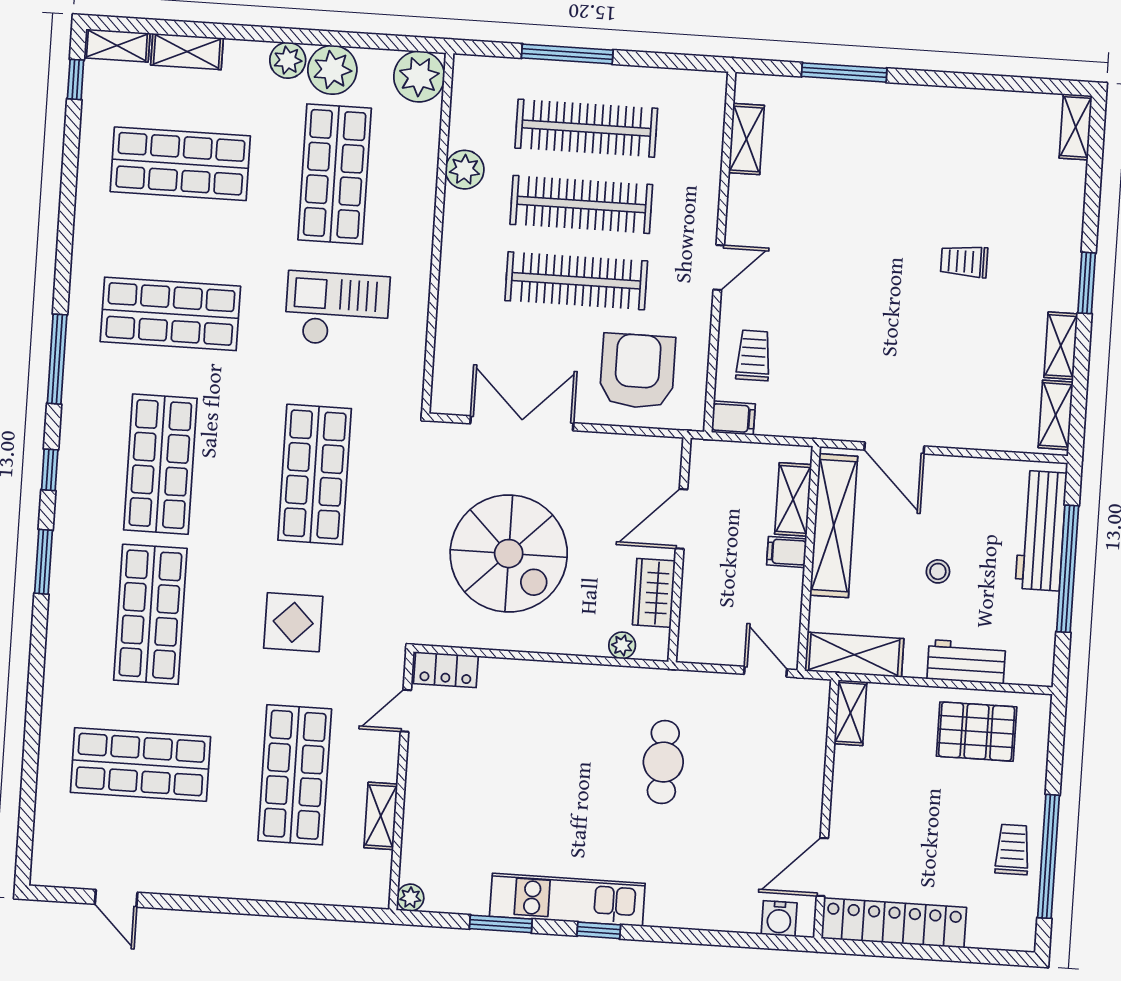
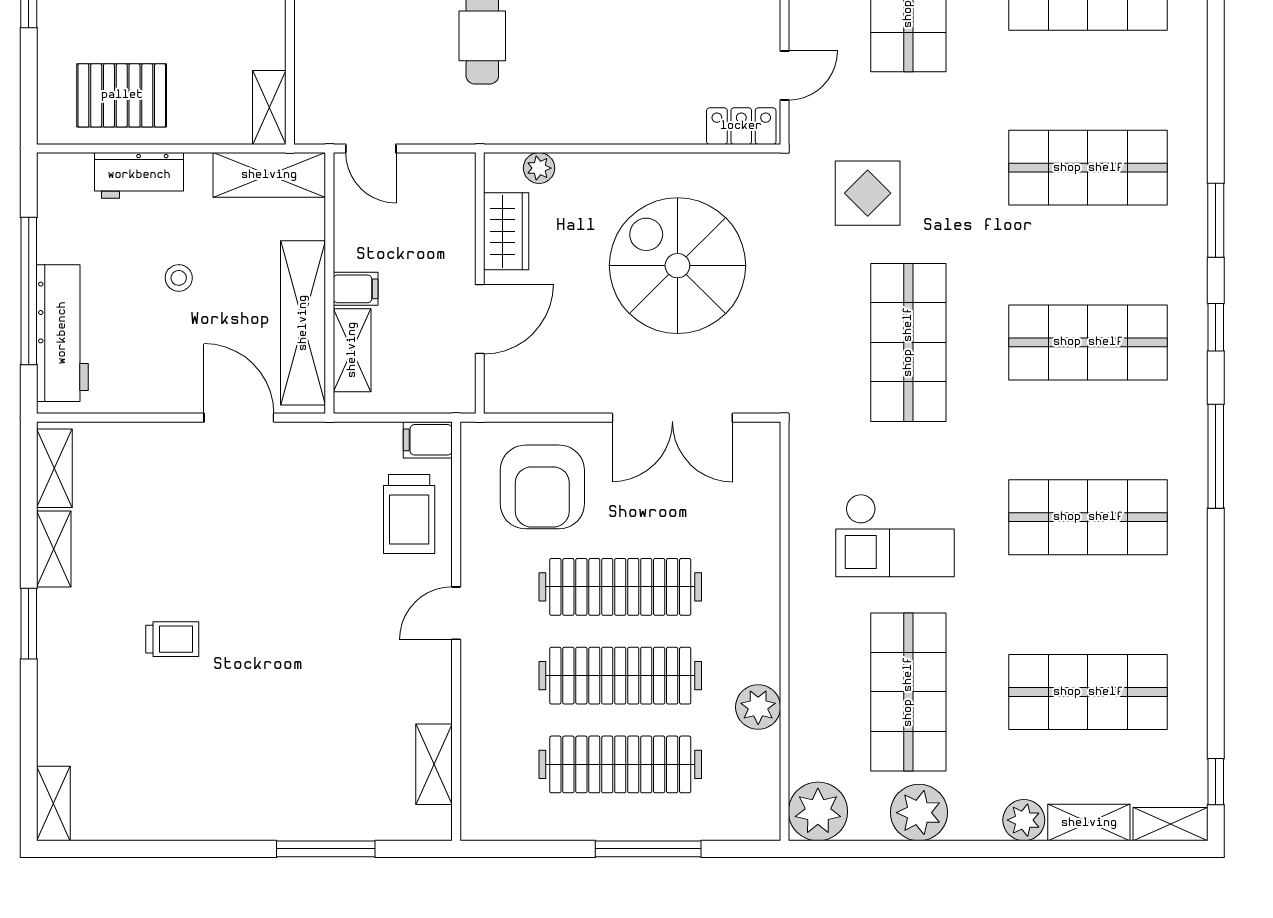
plant: (288, 60) -> (1024, 820), moved
trolley: (753, 355) -> (409, 514), width x1.36, depth x1.39
shop shelf: (160, 464) -> (1088, 342), turned 90
shop shelf: (150, 614) -> (1088, 168), turned 90
display table: (293, 622) -> (868, 193), moved

